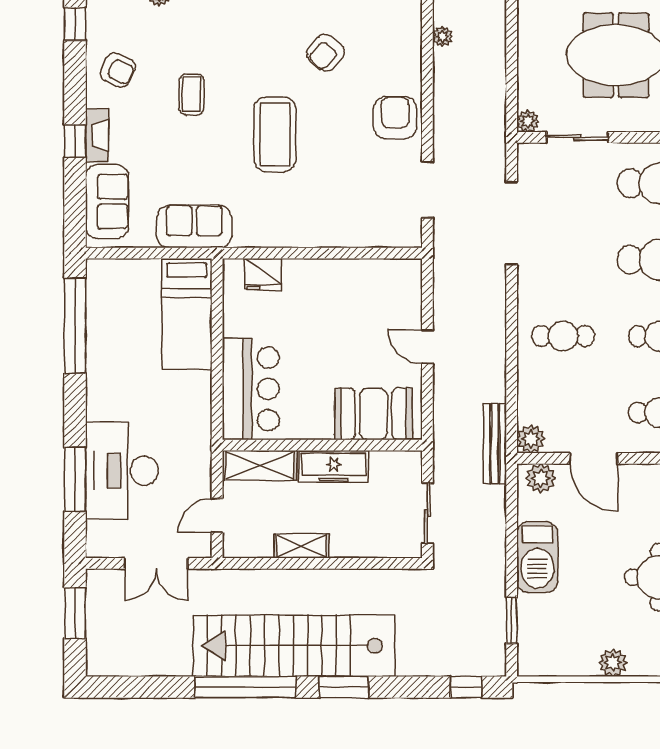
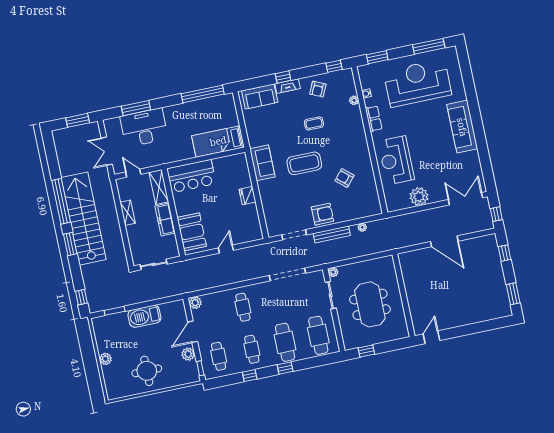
sofa: (194, 226) -> (262, 163), moved
fridge: (263, 274) -> (248, 196), moved
bench: (495, 444) -> (332, 234), moved
plant: (541, 478) -> (188, 354), moved

